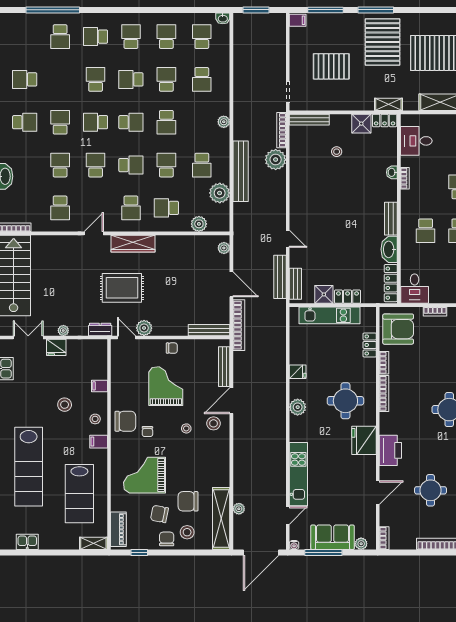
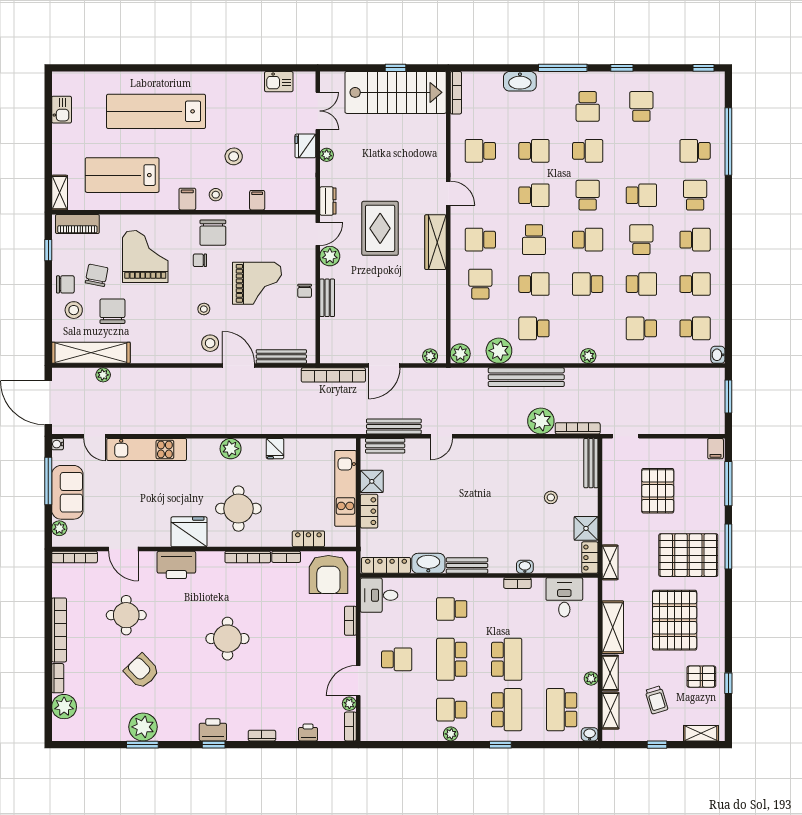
school desk: (131, 122) -> (588, 240), turned -90
plant: (199, 224) -> (460, 354), moved
bench: (209, 330) -> (327, 298), moved, width x0.73
bookcase: (384, 538) -> (75, 557), width x1.56

